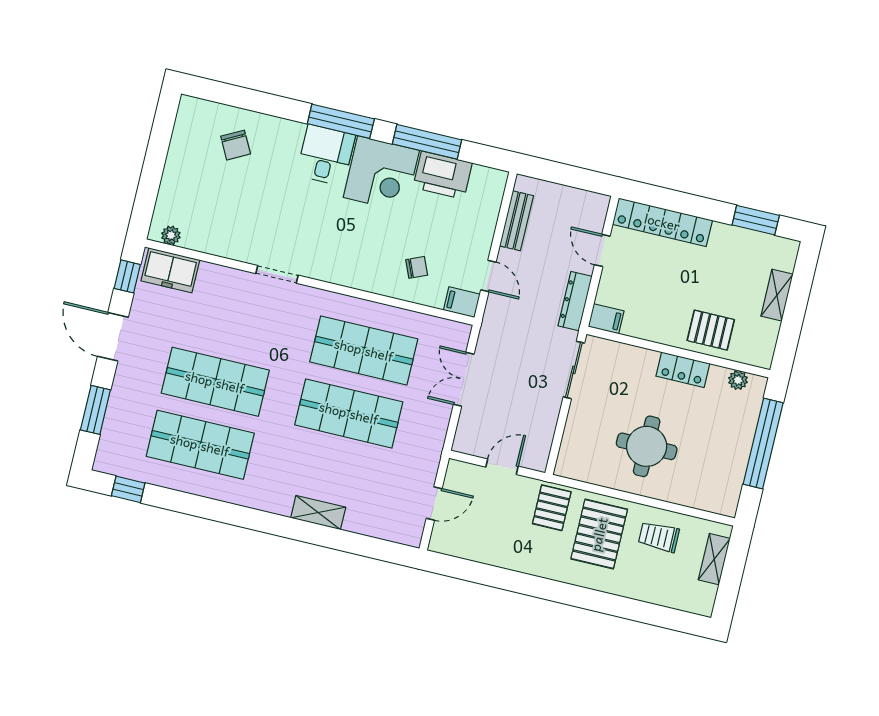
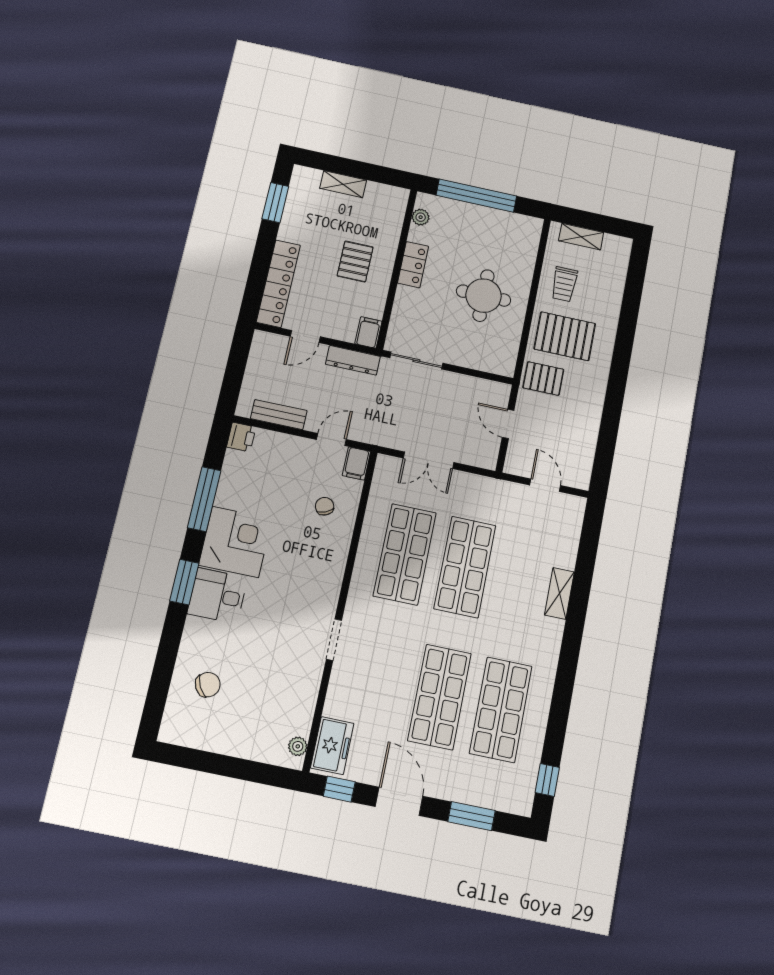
window: (341, 121) -> (184, 582), width x0.69
printer: (443, 175) -> (241, 437), moved, width x0.53, depth x0.68
pallet: (711, 330) -> (355, 261), moved
door: (113, 337) -> (399, 801), swing flipped

